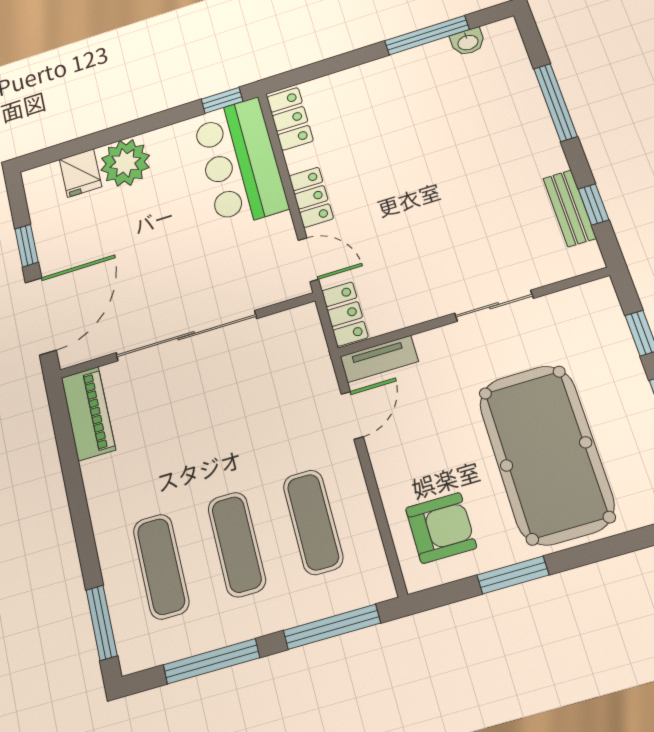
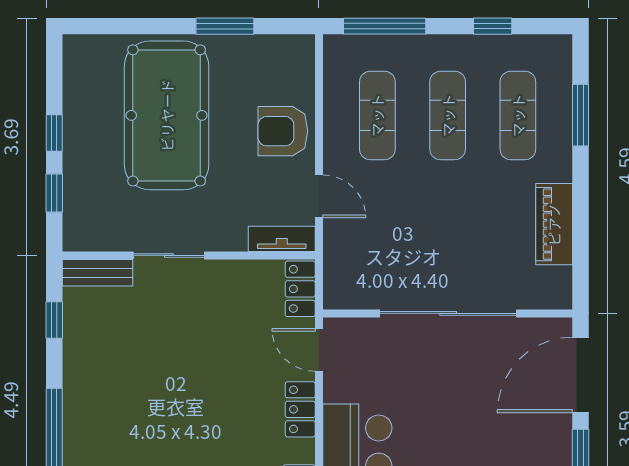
bench: (570, 208) -> (97, 273), moved, turned 90
piano: (88, 414) -> (554, 224), moved
door: (352, 415) -> (319, 196), swing flipped
armchair: (441, 528) -> (283, 131), moved
window: (102, 623) -> (580, 115), moved
window: (211, 661) -> (493, 26), width x0.46

